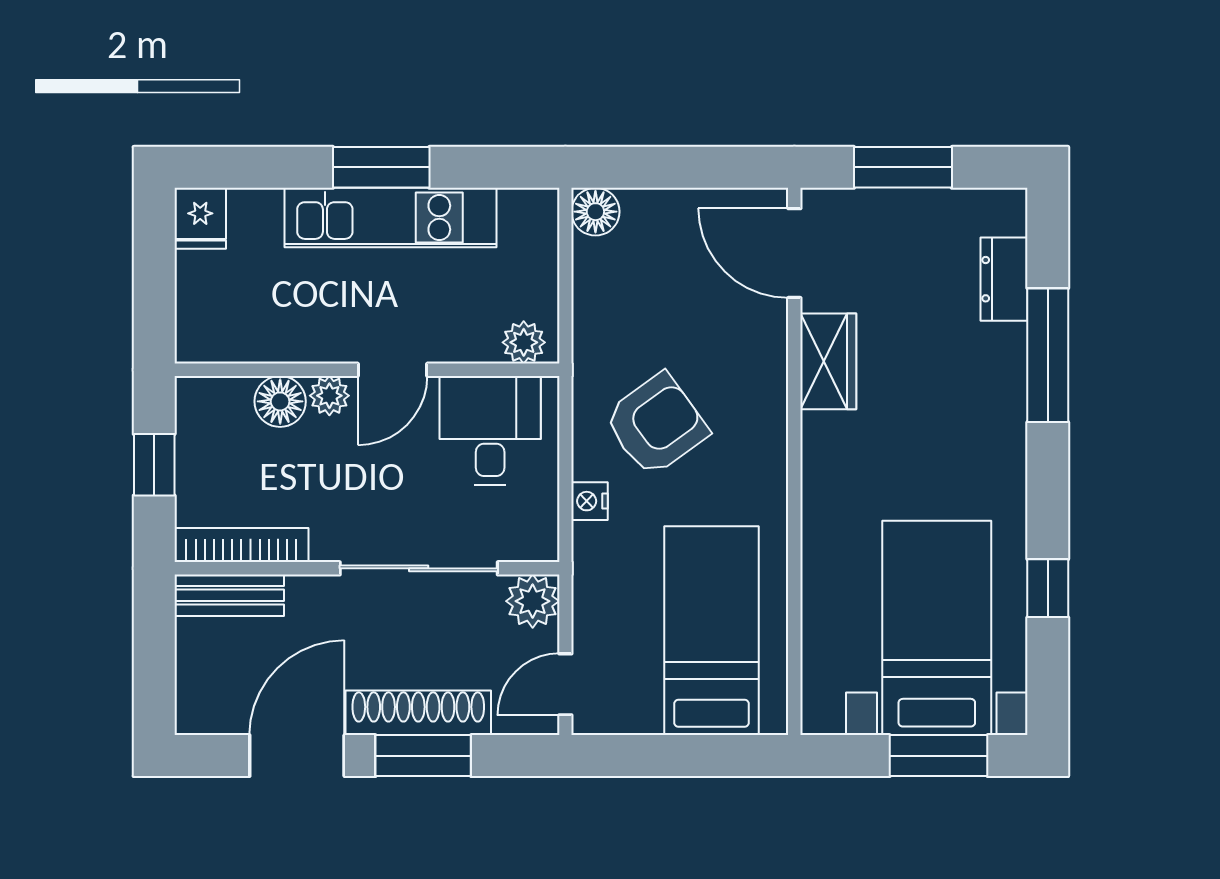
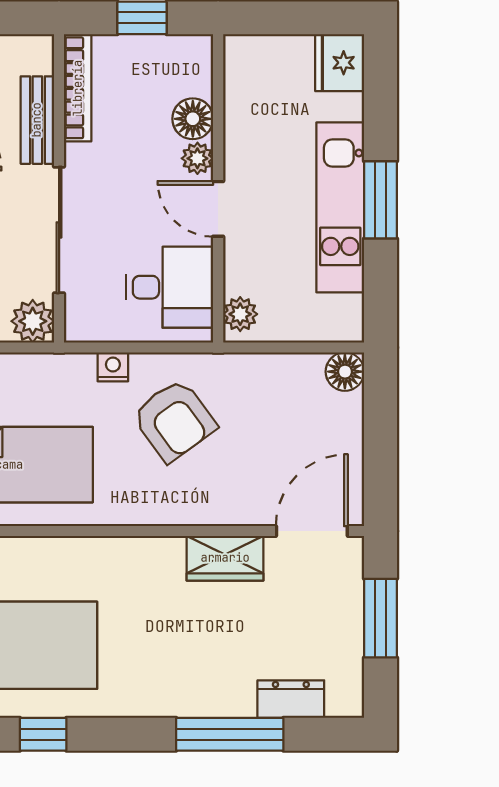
fridge: (200, 218) -> (340, 63), width x1.38
bench: (229, 595) -> (37, 120), moved

